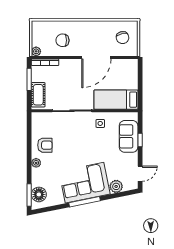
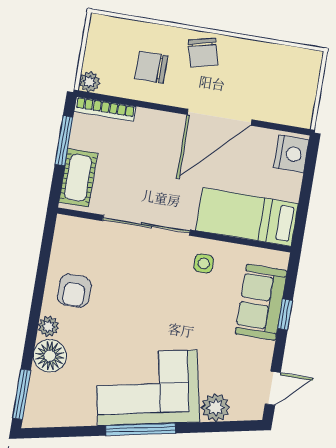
chair: (123, 38) -> (203, 53), moved
nightstand: (131, 68) -> (291, 154), added
armchair: (45, 145) -> (74, 291), turned 90
floor lamp: (39, 194) -> (50, 356), moved

